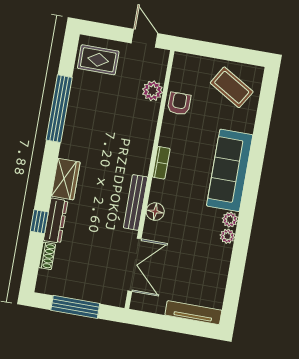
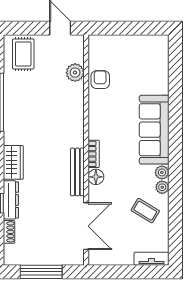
rug: (98, 60) -> (23, 54), turned 90
coffee table: (232, 87) -> (145, 211), moved, width x0.73, depth x0.77
bookcase: (161, 163) -> (94, 154), moved
tv unit: (193, 313) -> (152, 259), width x0.71

